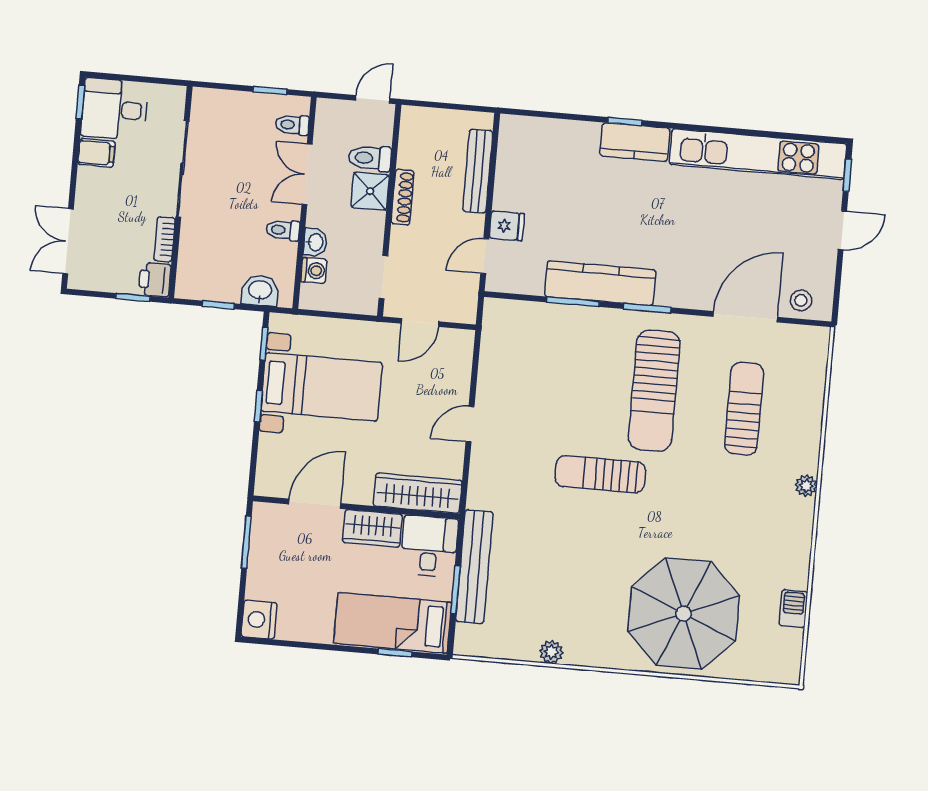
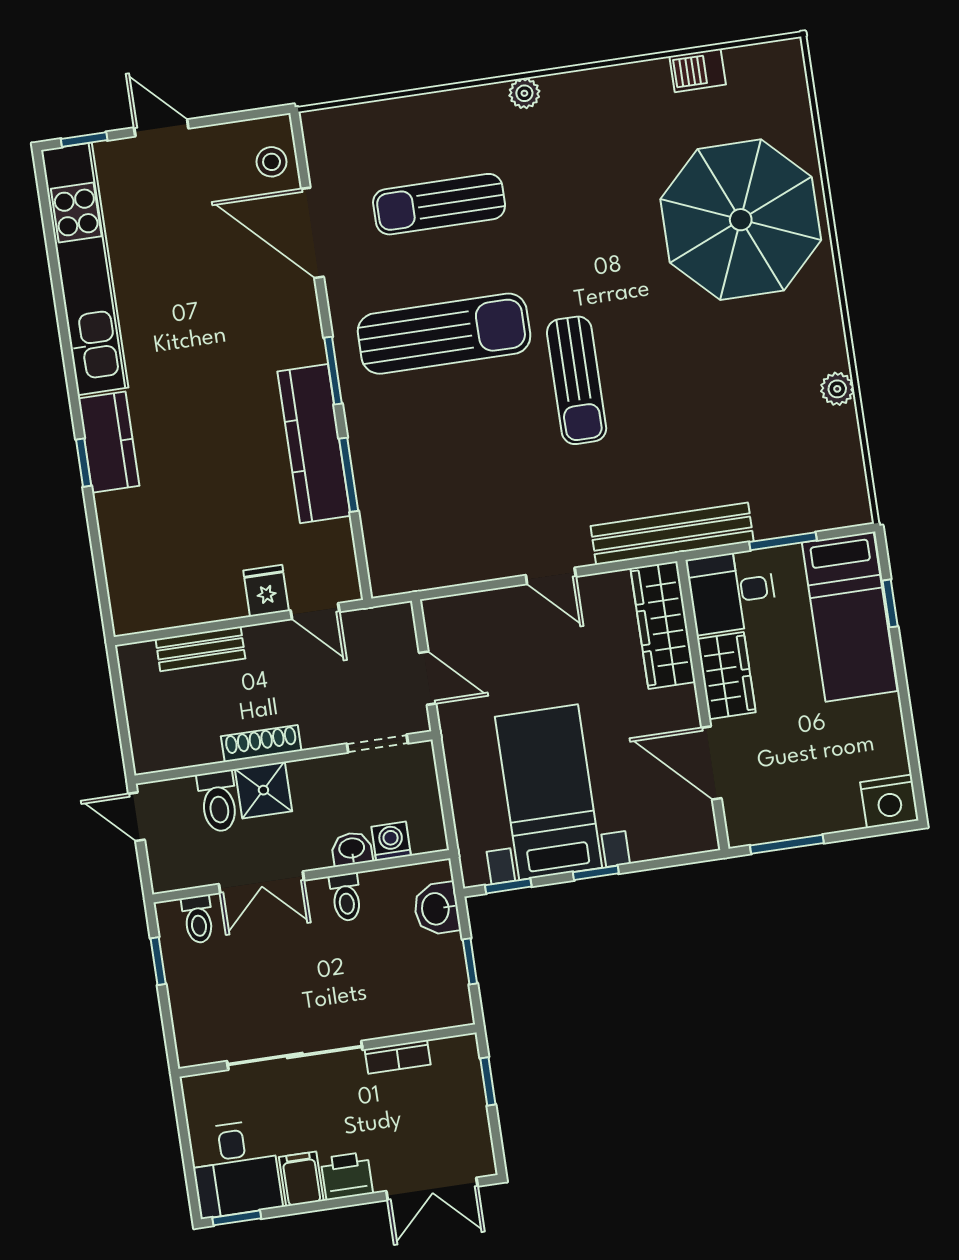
bench: (478, 171) -> (200, 649), width x0.73
printer: (155, 280) -> (347, 1176), moved, turned 180
bench: (474, 567) -> (672, 534), moved

